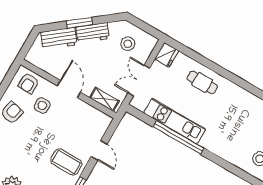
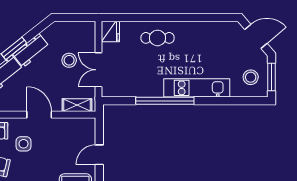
stool: (128, 44) -> (69, 60), moved
kitchen unit: (175, 121) -> (197, 88), moved
door: (99, 150) -> (99, 155), swing flipped

